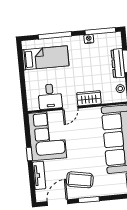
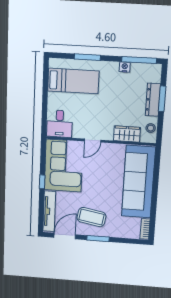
window: (55, 35) -> (87, 57), width x0.69
desk: (50, 96) -> (60, 124), moved
wardrobe: (89, 98) -> (127, 134), moved
tv unit: (39, 175) -> (49, 211), width x1.41

